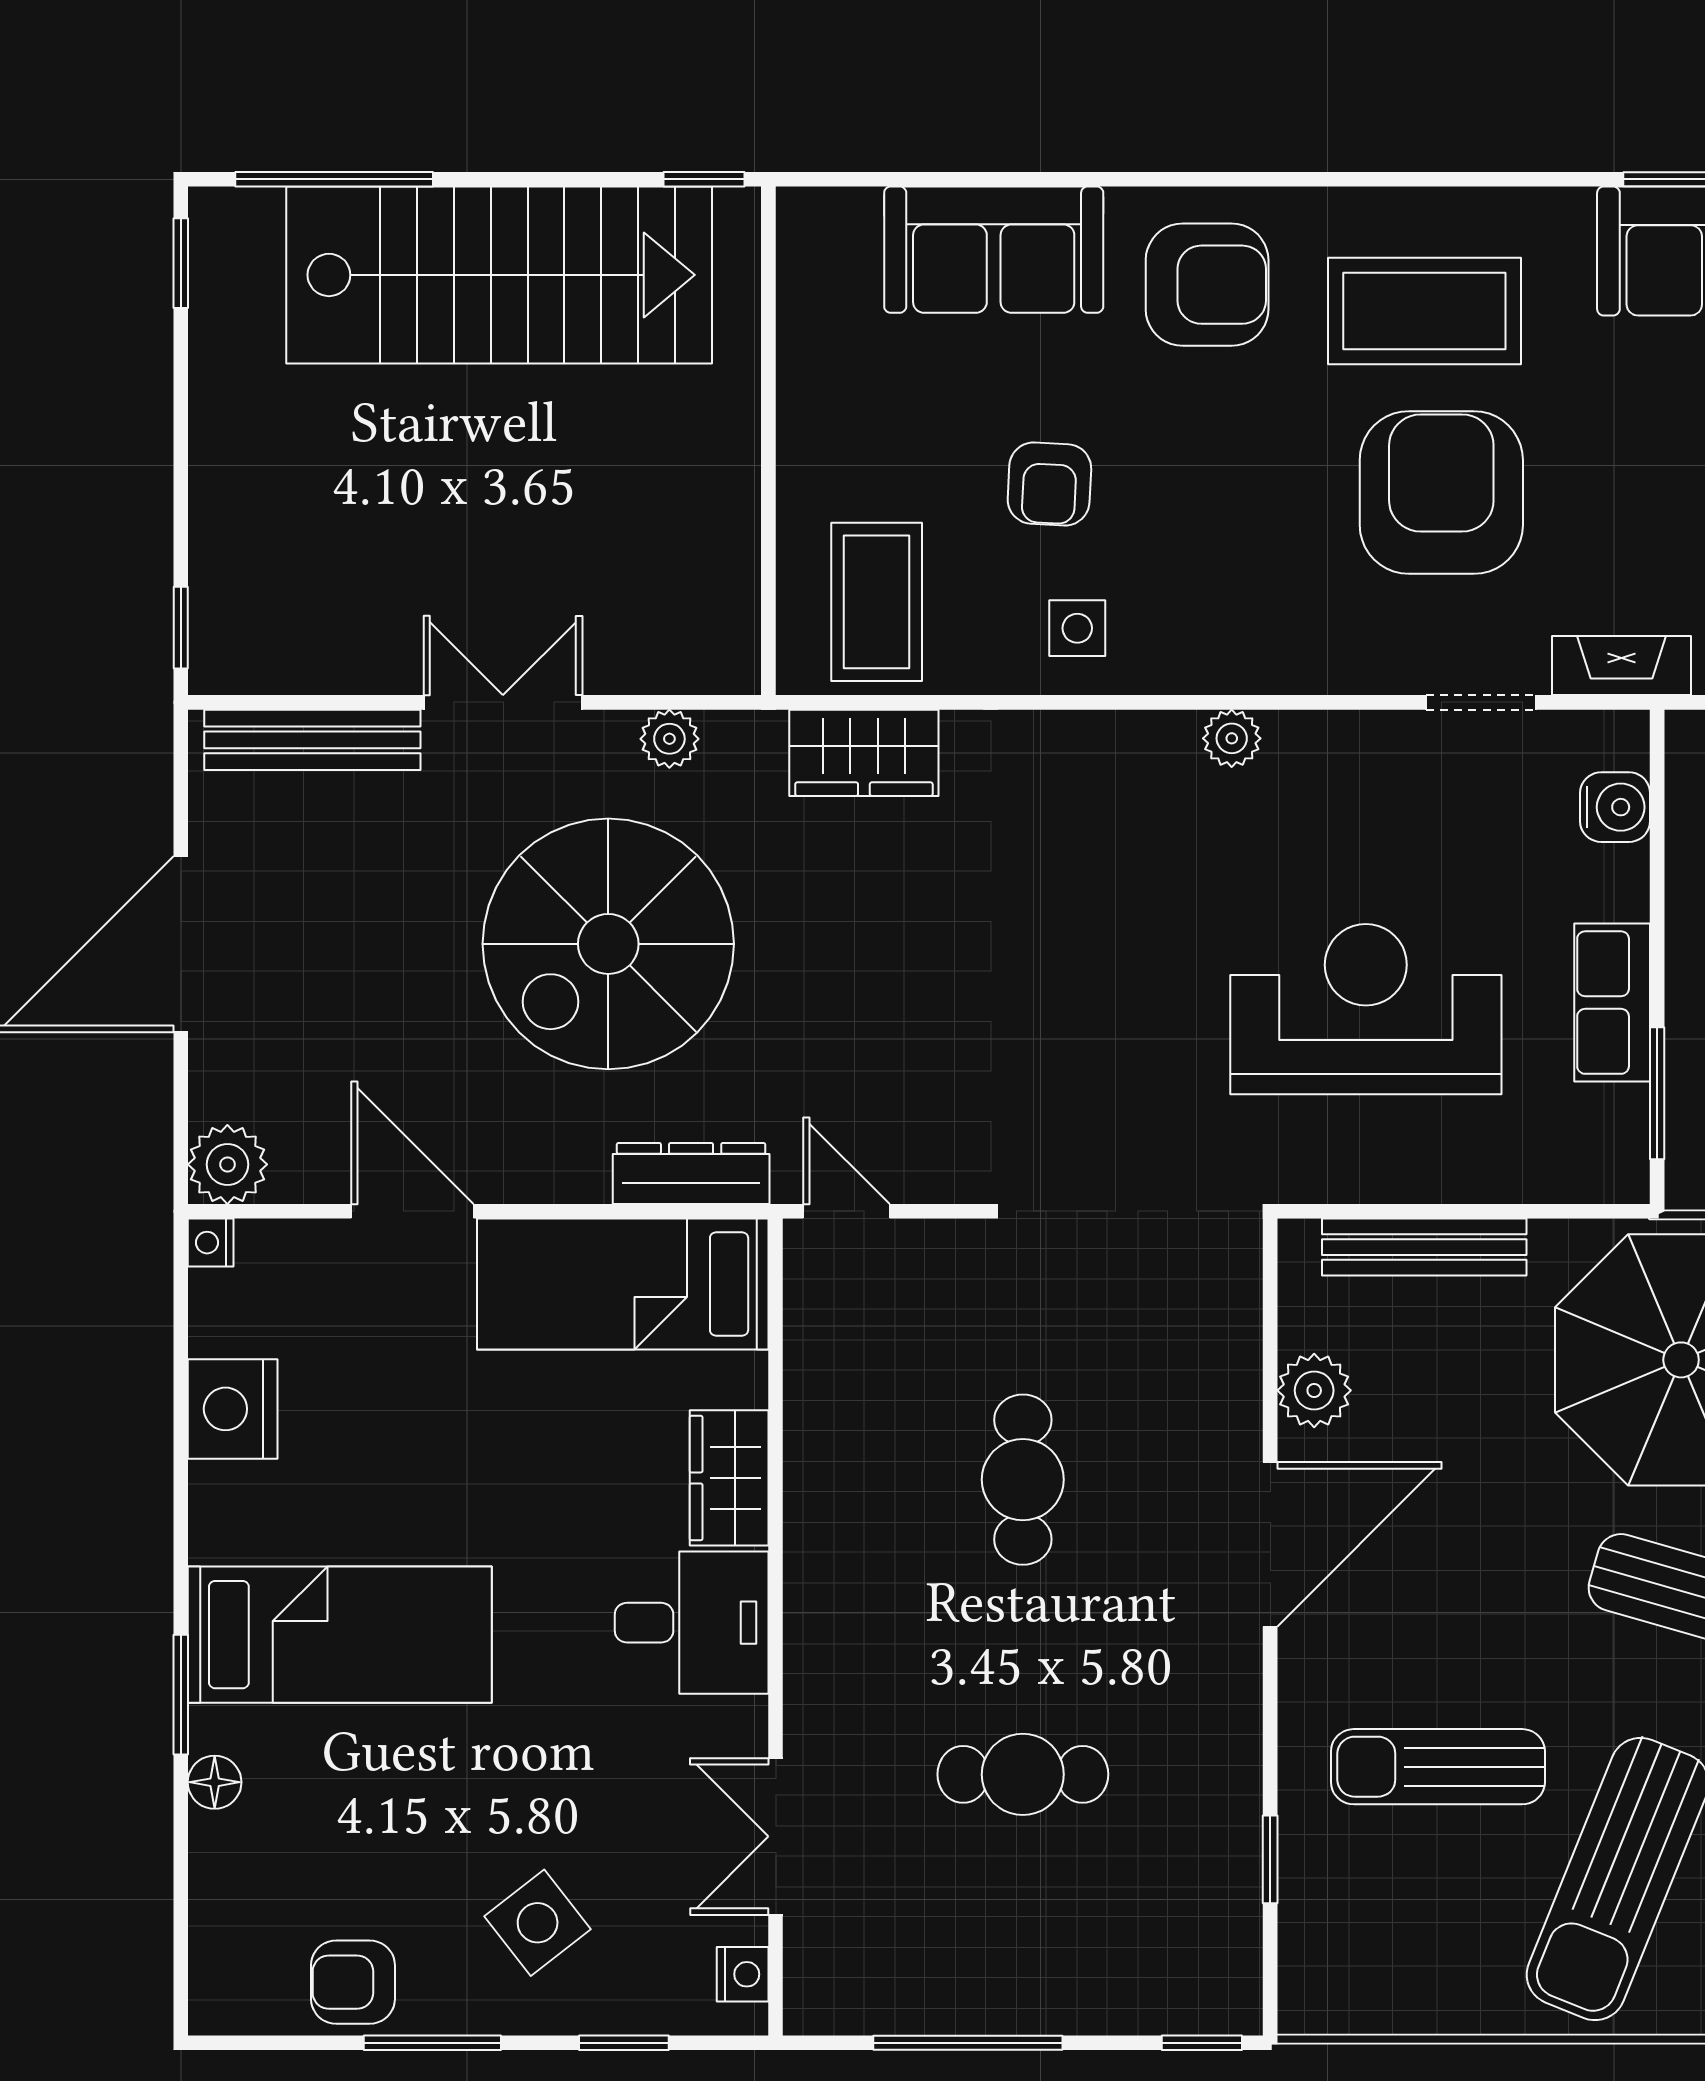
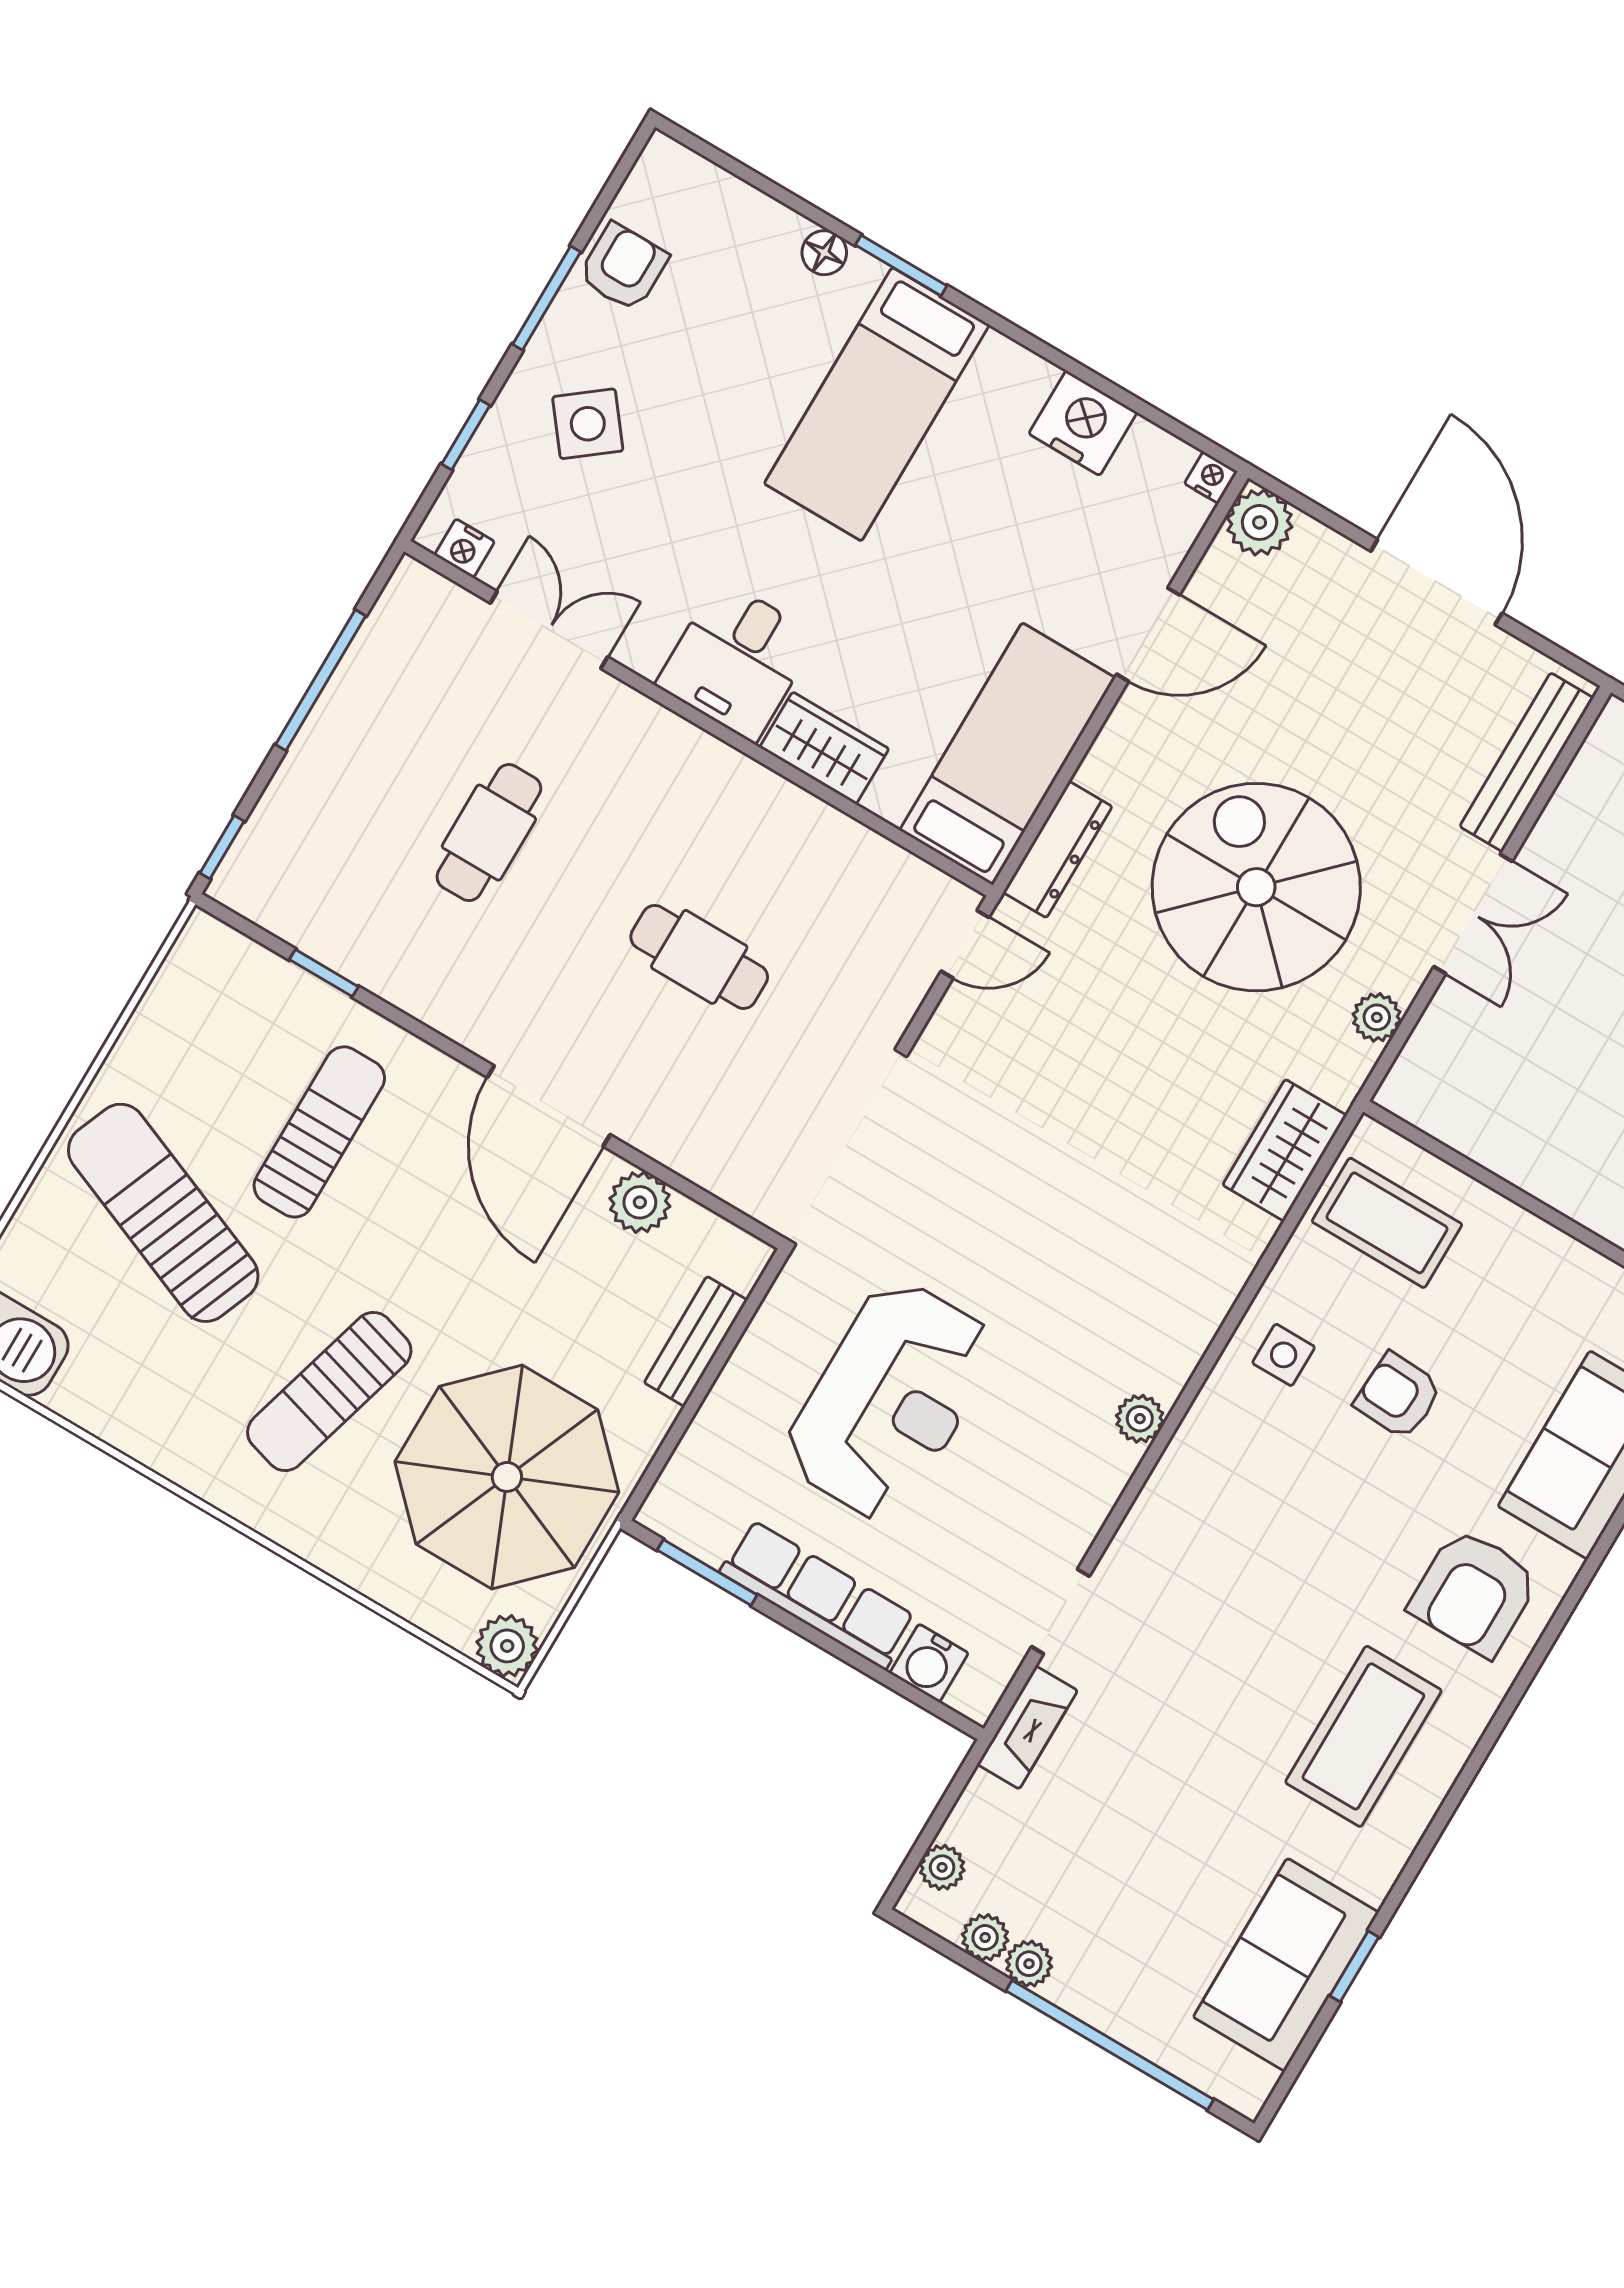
armchair: (1441, 493) -> (1227, 1672), removed
row of seats: (1612, 1003) -> (818, 1595), width x1.48
bench: (1424, 1247) -> (696, 1341), width x0.73

